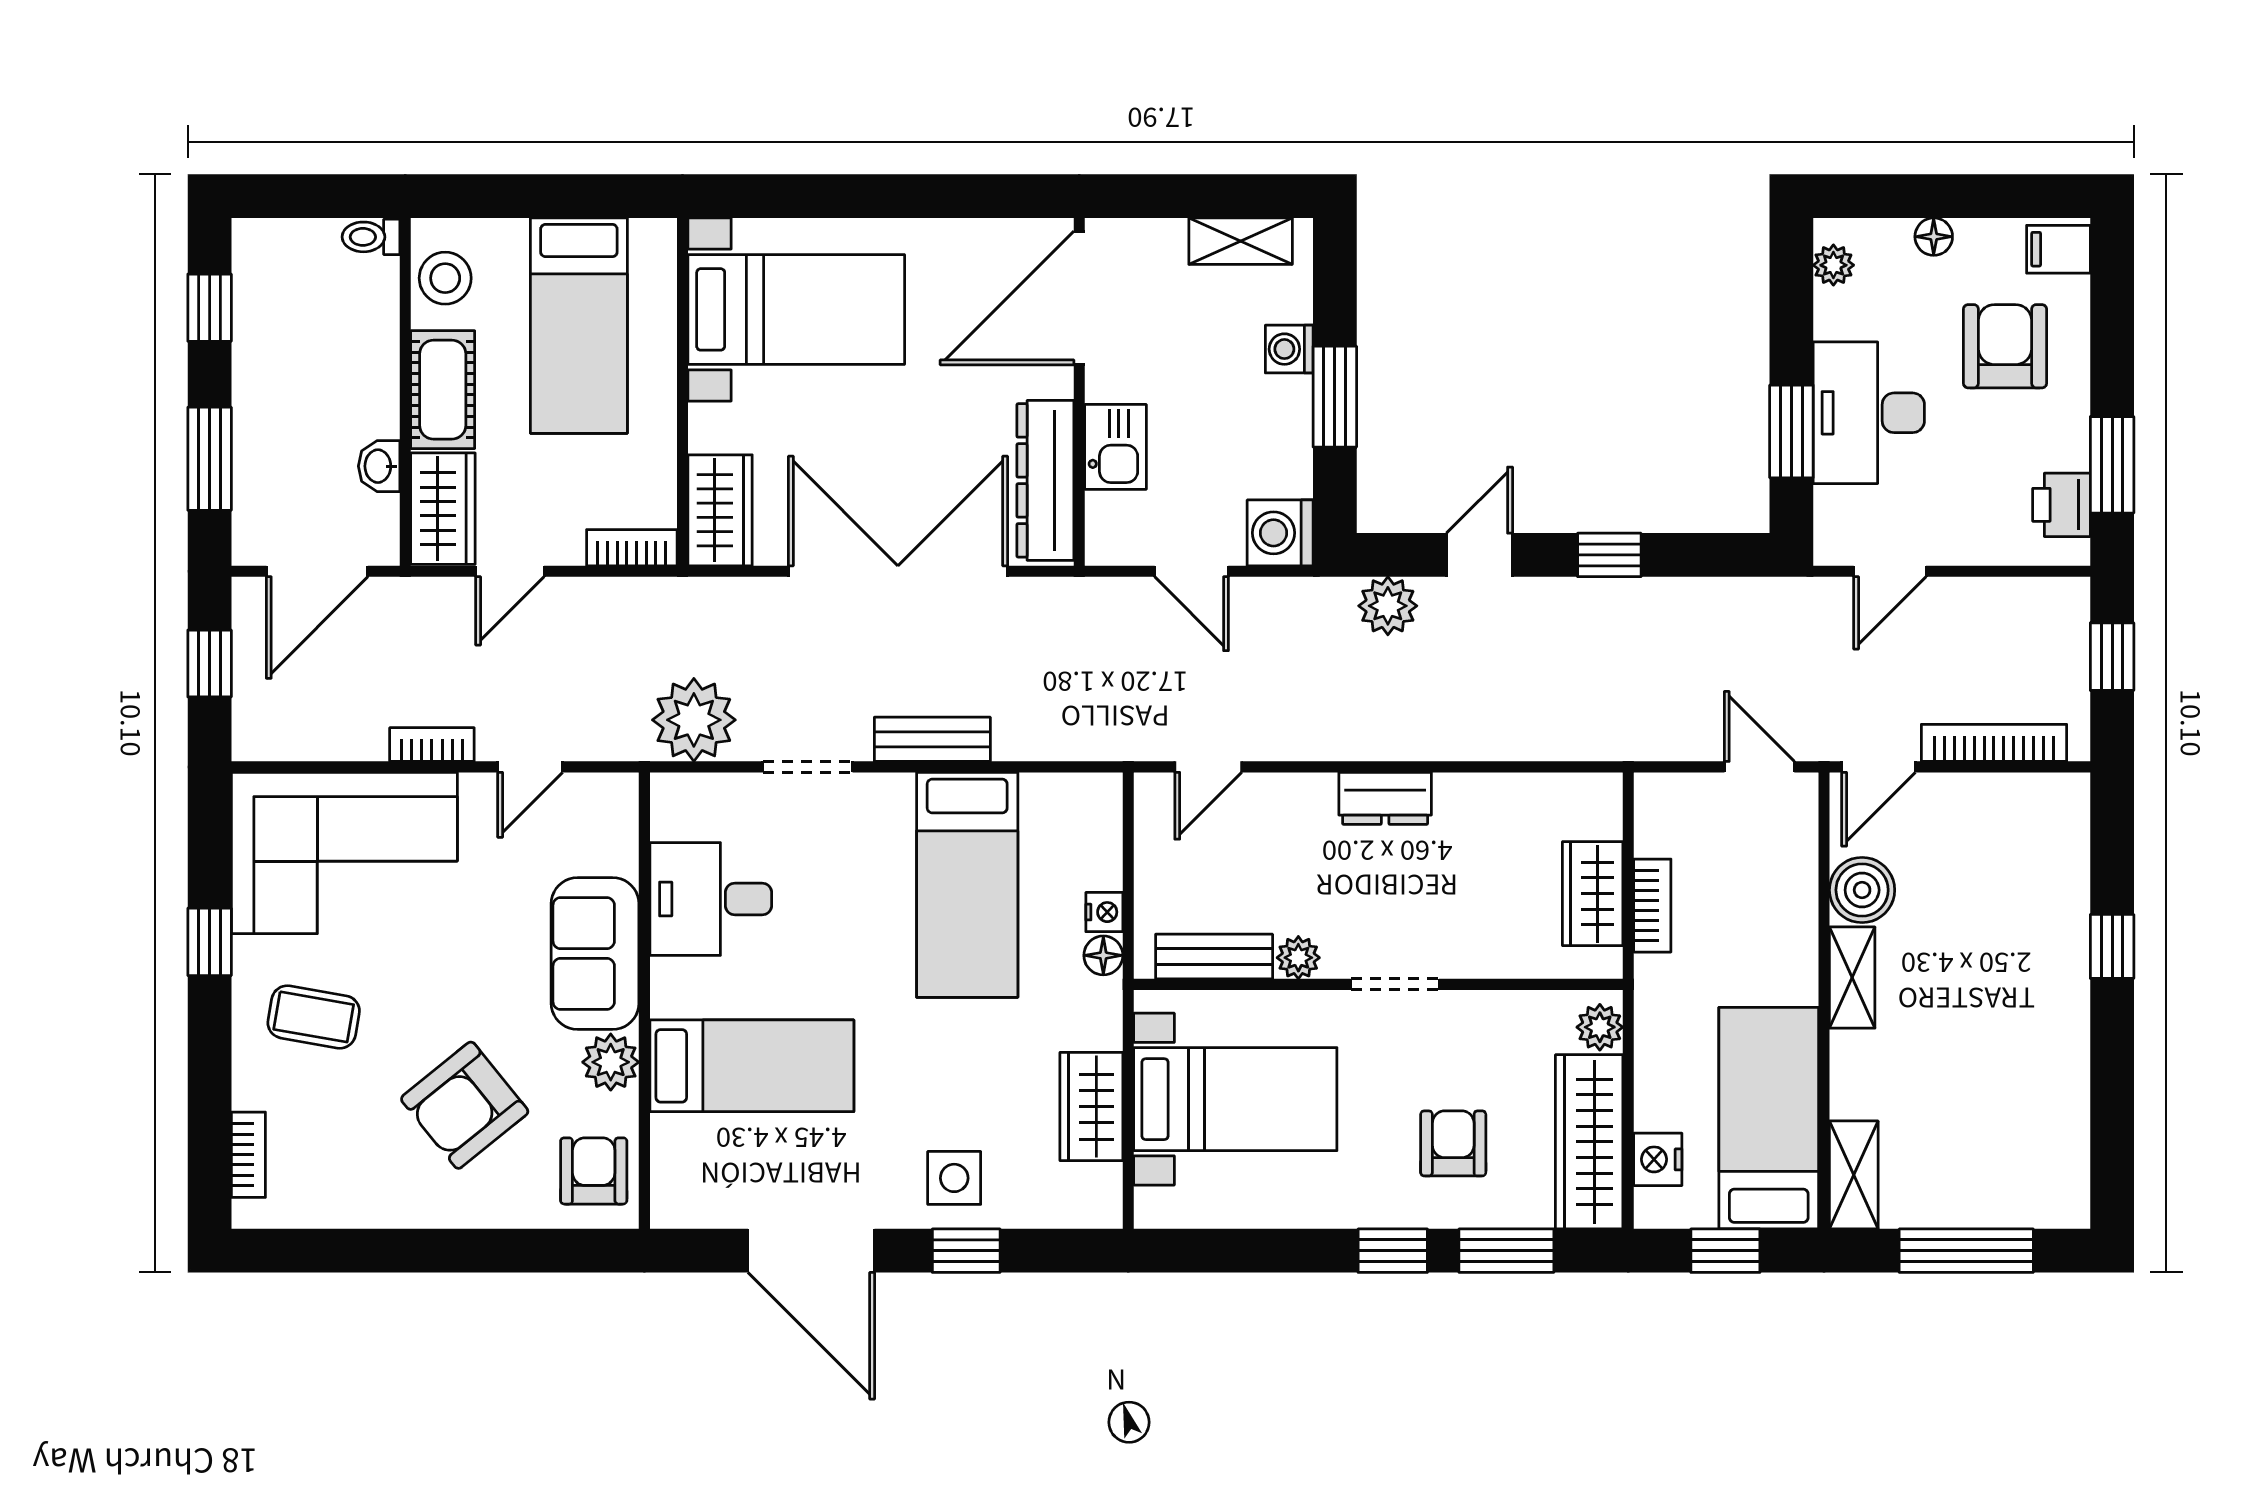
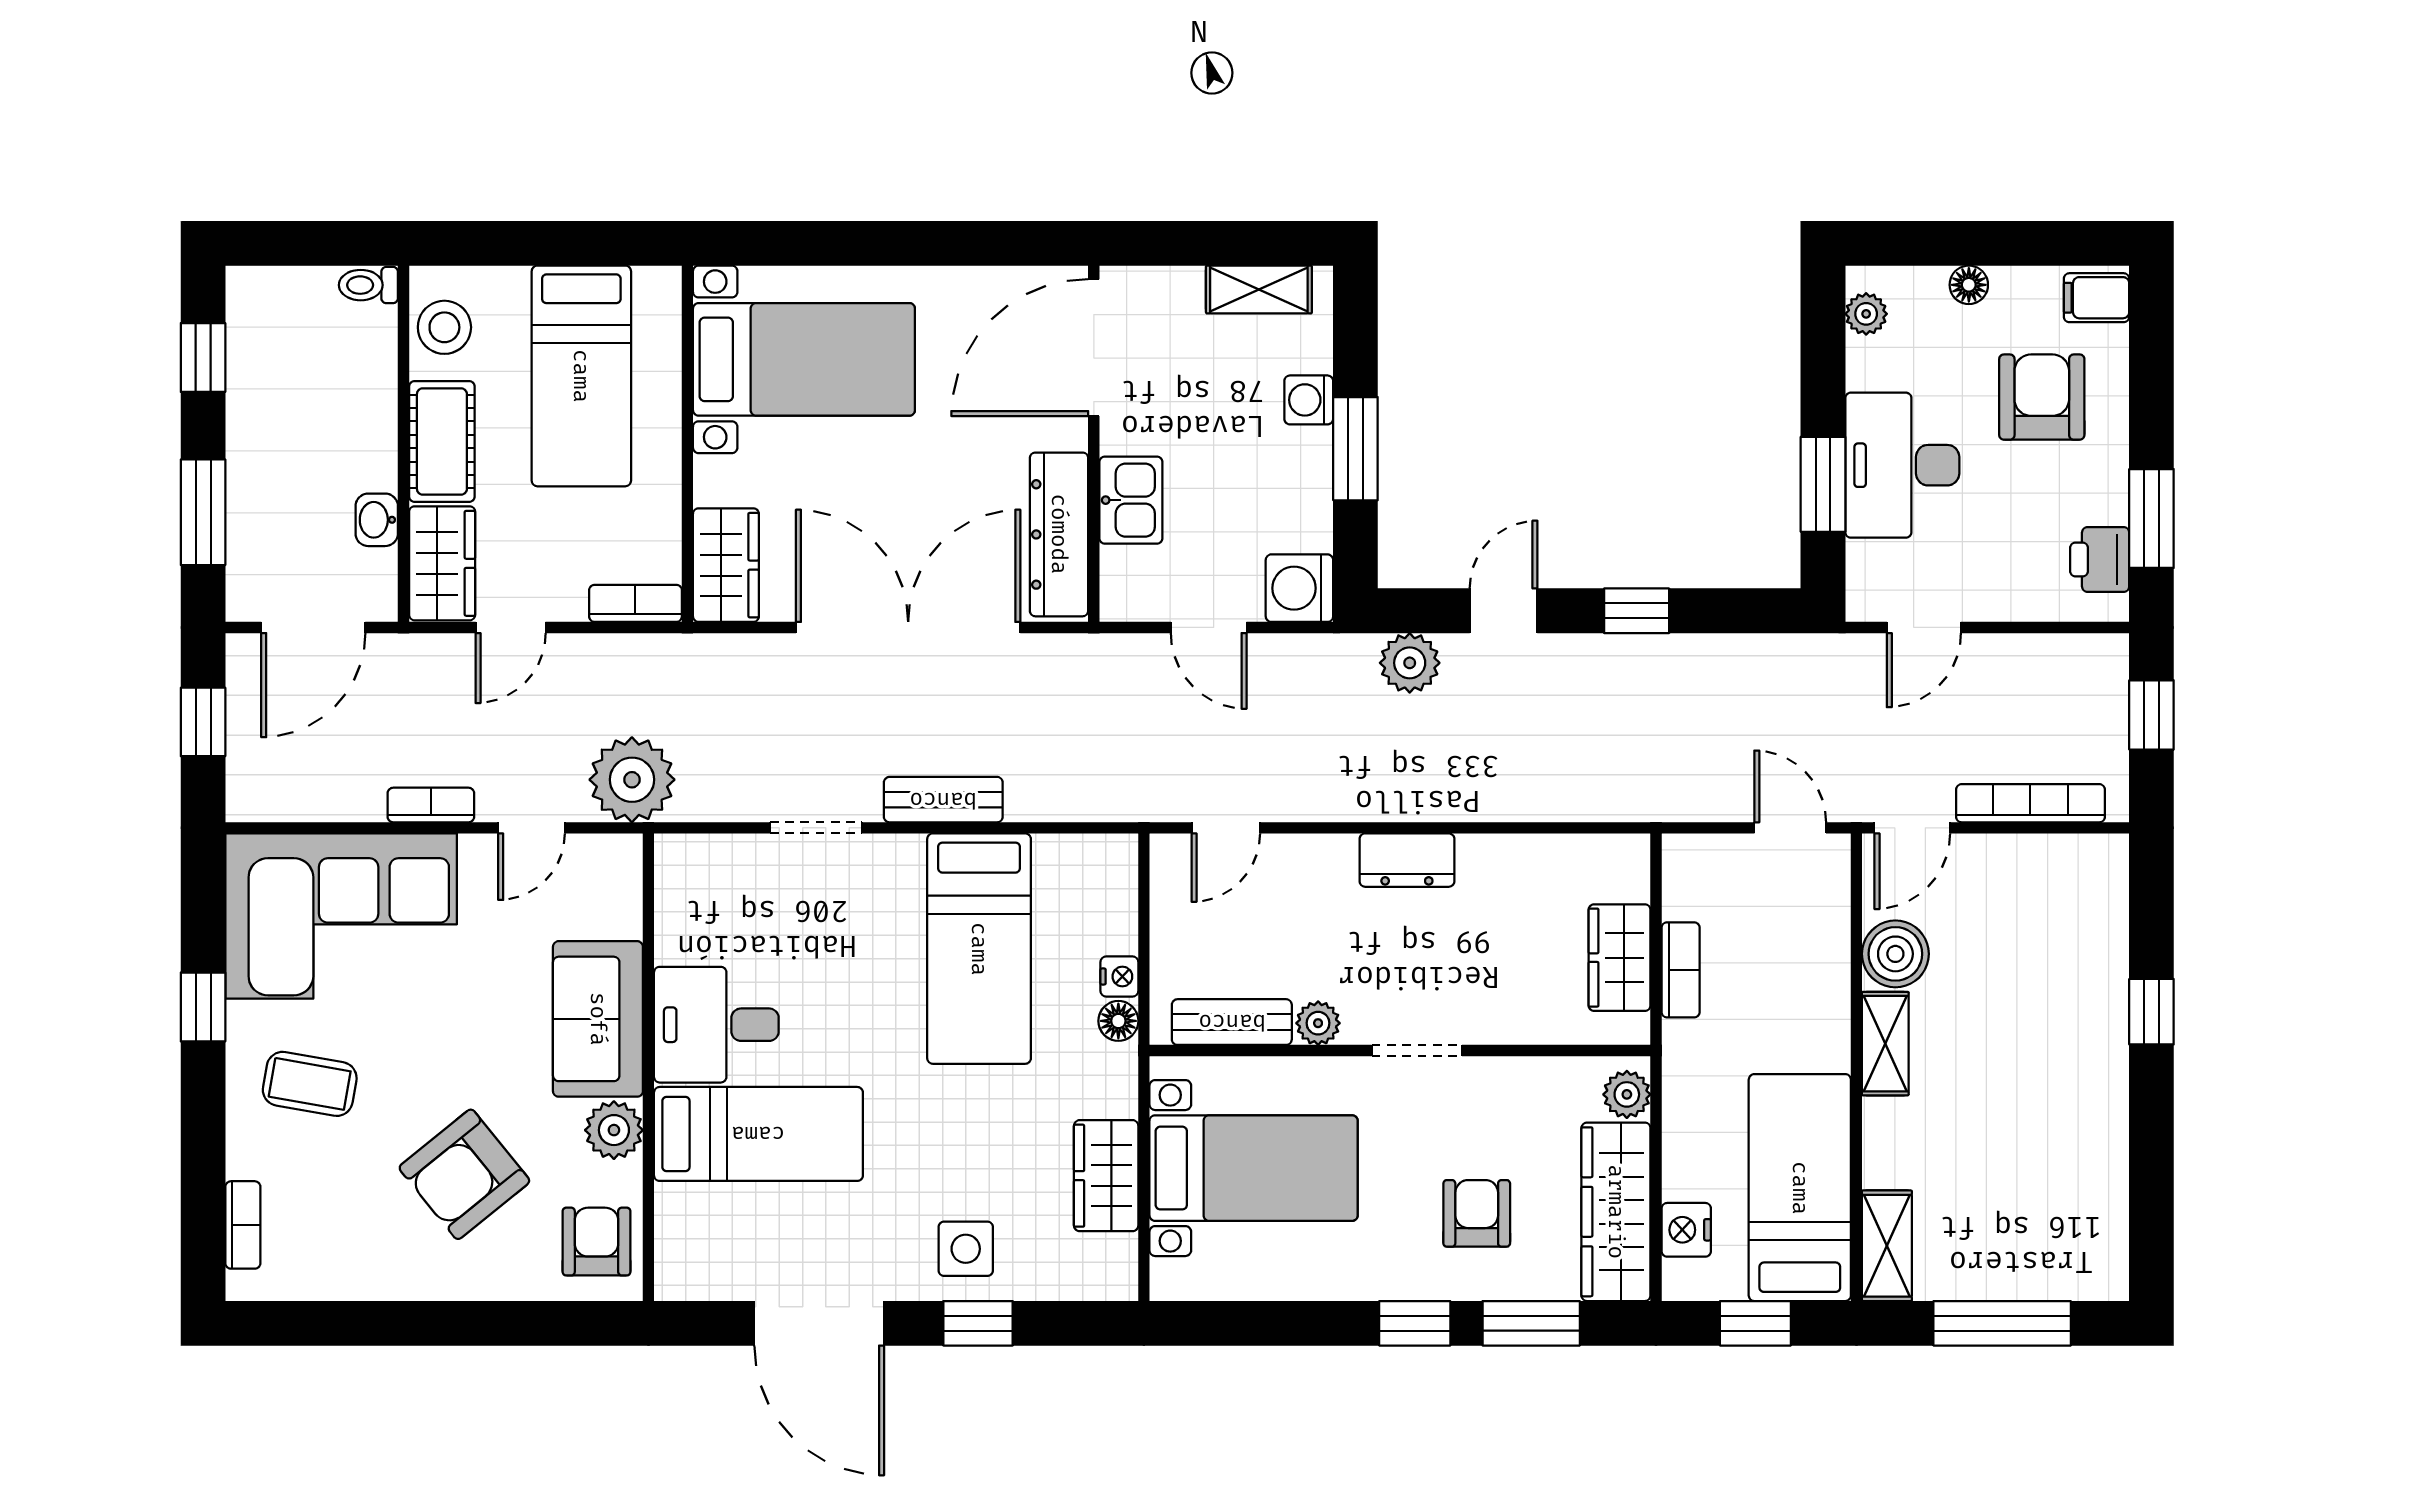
plant: (694, 720) -> (632, 780), moved
desk: (711, 899) -> (716, 1025), moved

